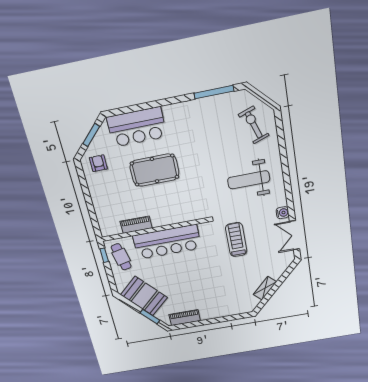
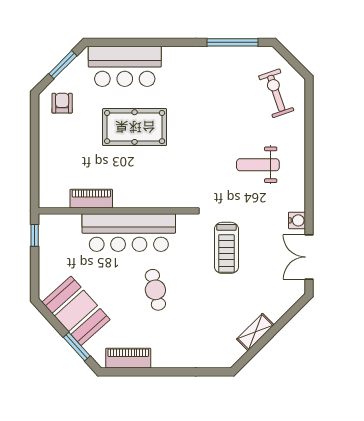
weight bench: (249, 180) -> (258, 165), width x0.73, depth x0.75
treadmill: (236, 240) -> (226, 248), turned 180
cafe table: (121, 257) -> (155, 290), moved

